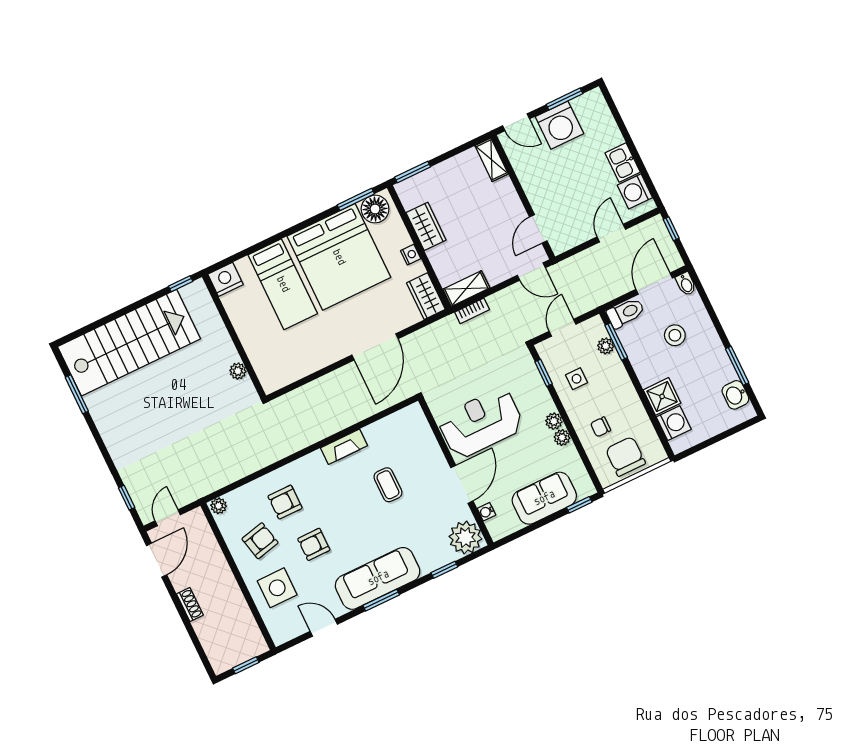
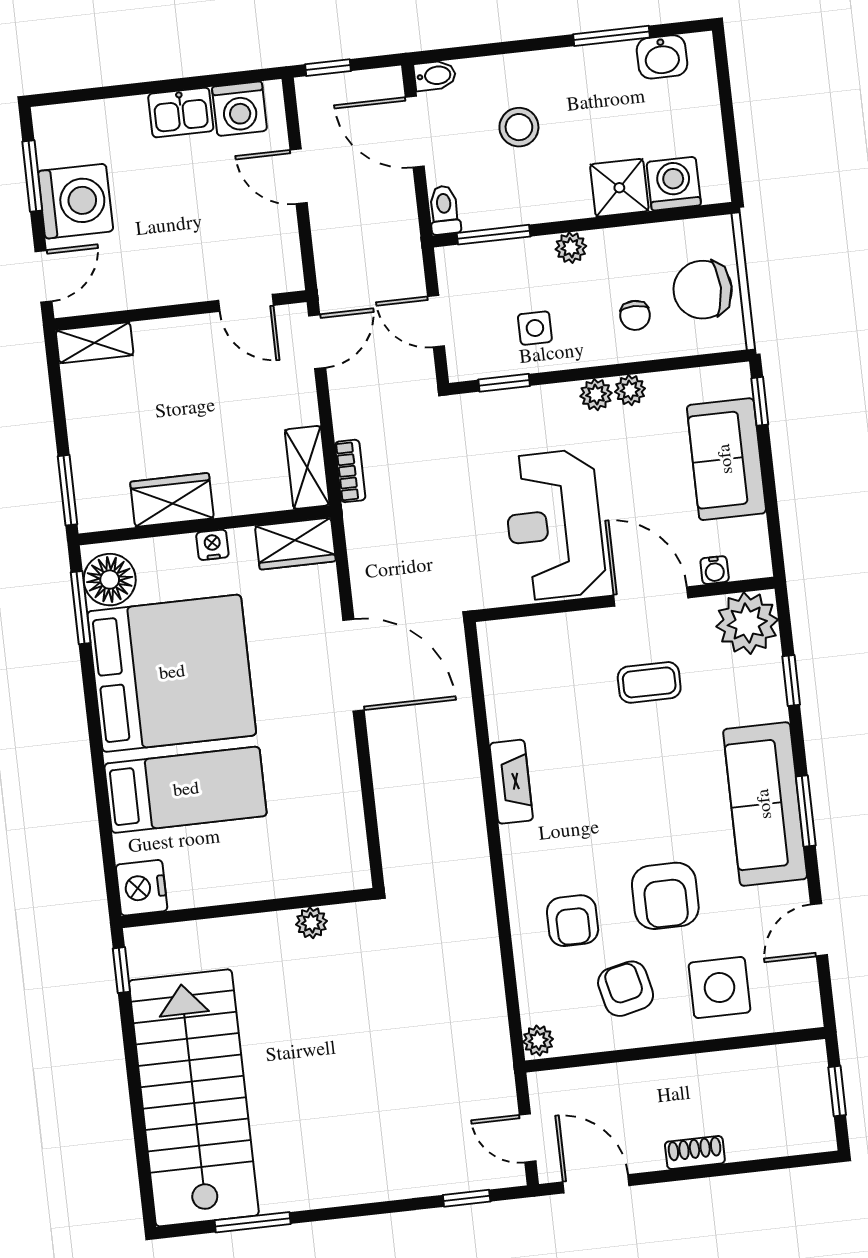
toilet: (626, 313) -> (444, 210), width x0.73, depth x0.72
plant: (606, 346) -> (571, 248), moved
coffee table: (388, 485) -> (649, 682), moved
armchair: (314, 544) -> (665, 896), width x1.38, depth x1.38

